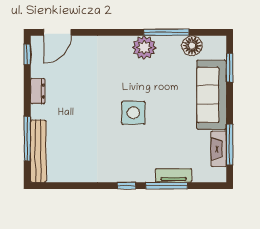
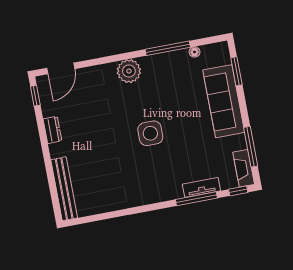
floor lamp: (192, 46) -> (195, 52), width x0.53, depth x0.53
plant: (144, 47) -> (129, 71), moved
window: (27, 139) -> (51, 178), removed
fireplace: (219, 149) -> (244, 168), moved
window: (126, 186) -> (238, 191), moved

